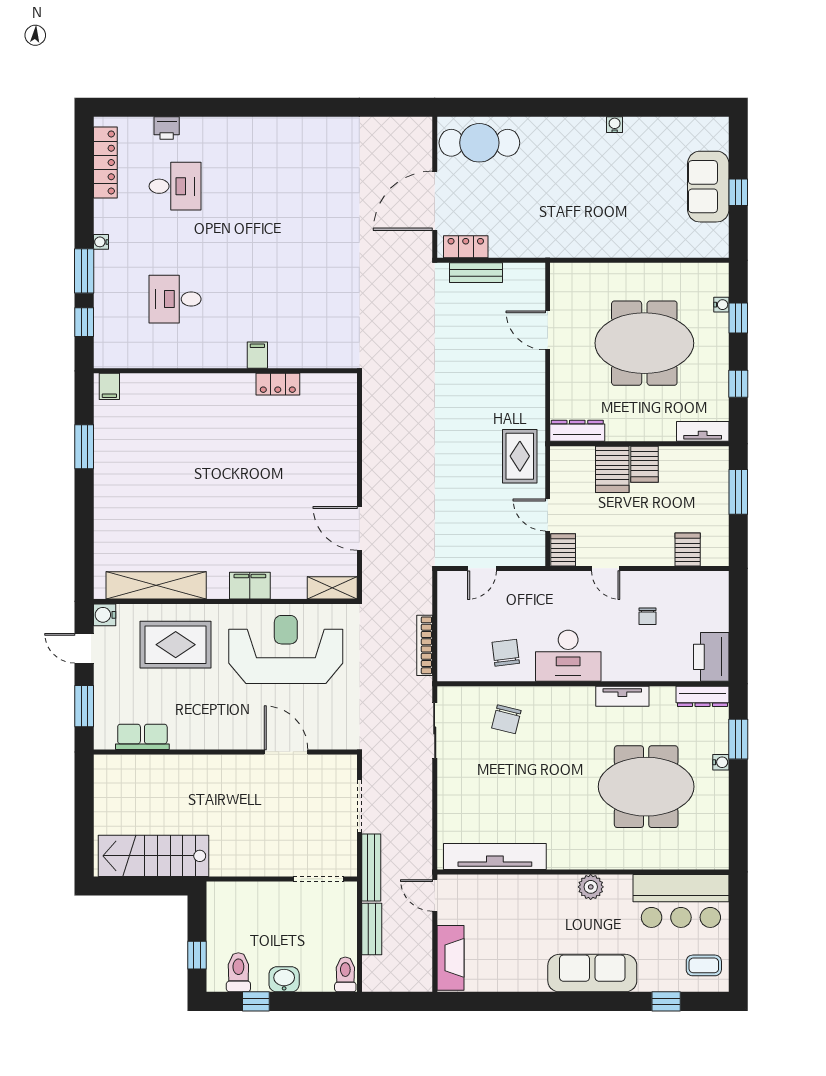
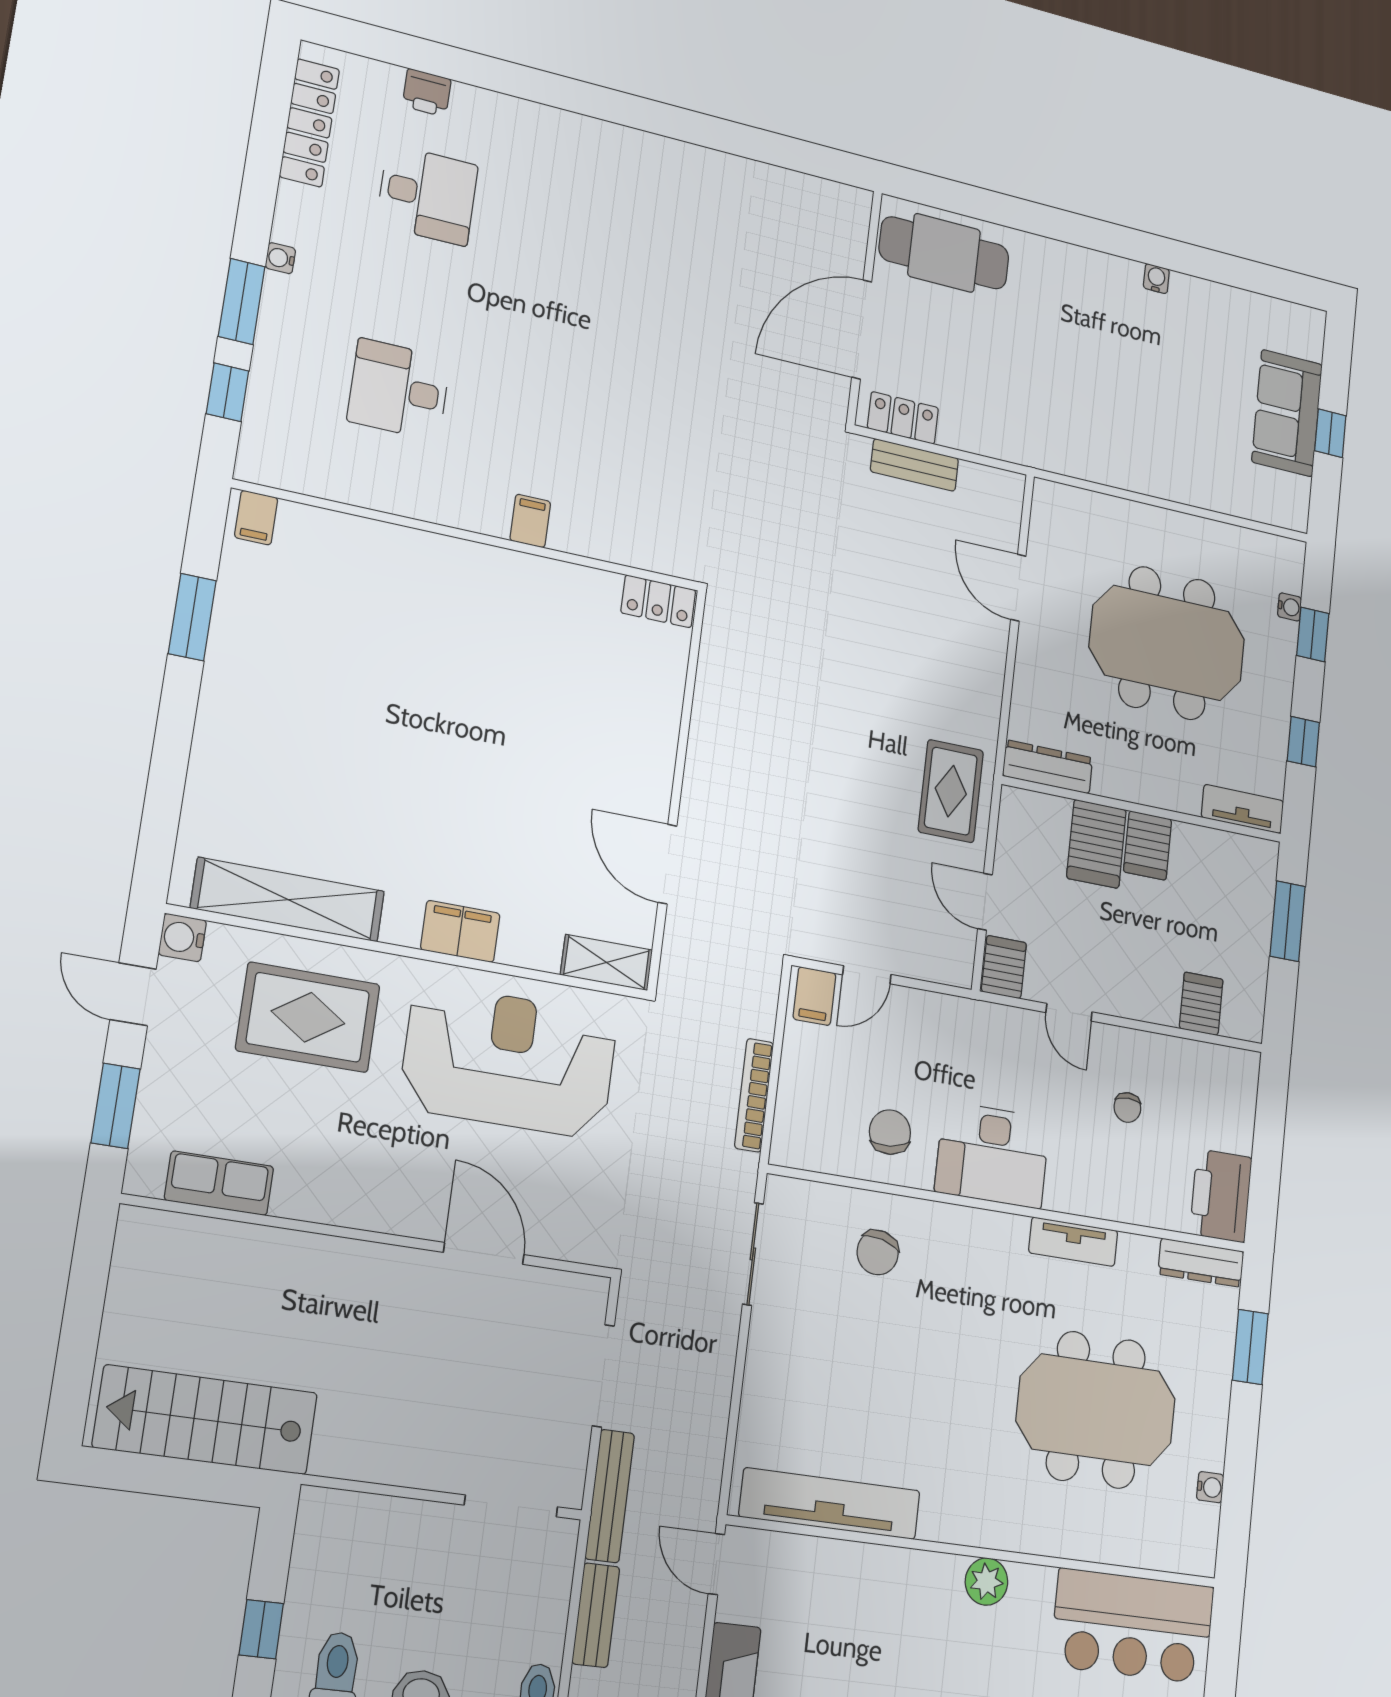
locker: (278, 384) -> (658, 601), moved
filing cabinet: (453, 586) -> (814, 996), added
water cooler: (721, 762) -> (1210, 1487), moved

